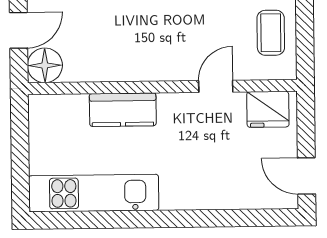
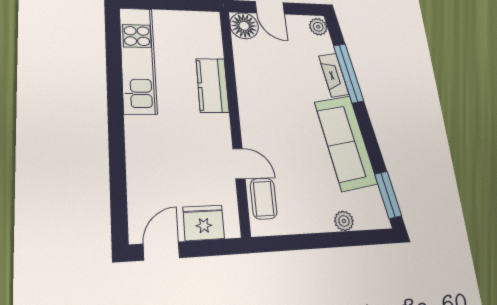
coffee table: (271, 33) -> (264, 199), moved, turned 90
fridge: (268, 109) -> (204, 223), moved, turned 90

